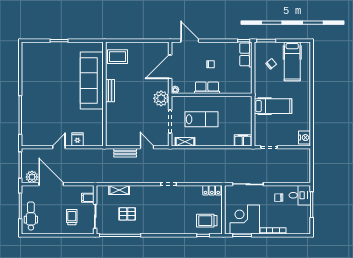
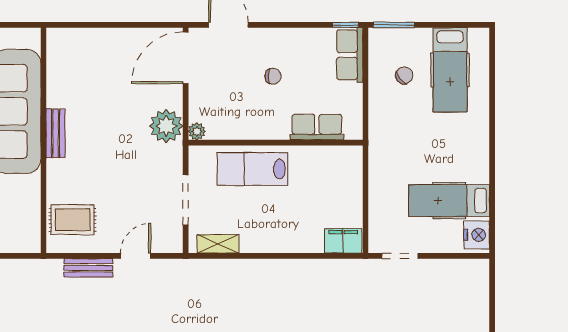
rug: (117, 57) -> (73, 220), moved
door: (170, 67) -> (186, 58), moved
row of seats: (207, 88) -> (317, 127), moved
plant: (161, 98) -> (166, 126), moved
hospital bed: (273, 106) -> (449, 201), moved, turned 180
lab bench: (201, 119) -> (252, 169), moved, turned 180
door: (147, 147) -> (136, 256), hinge flipped

